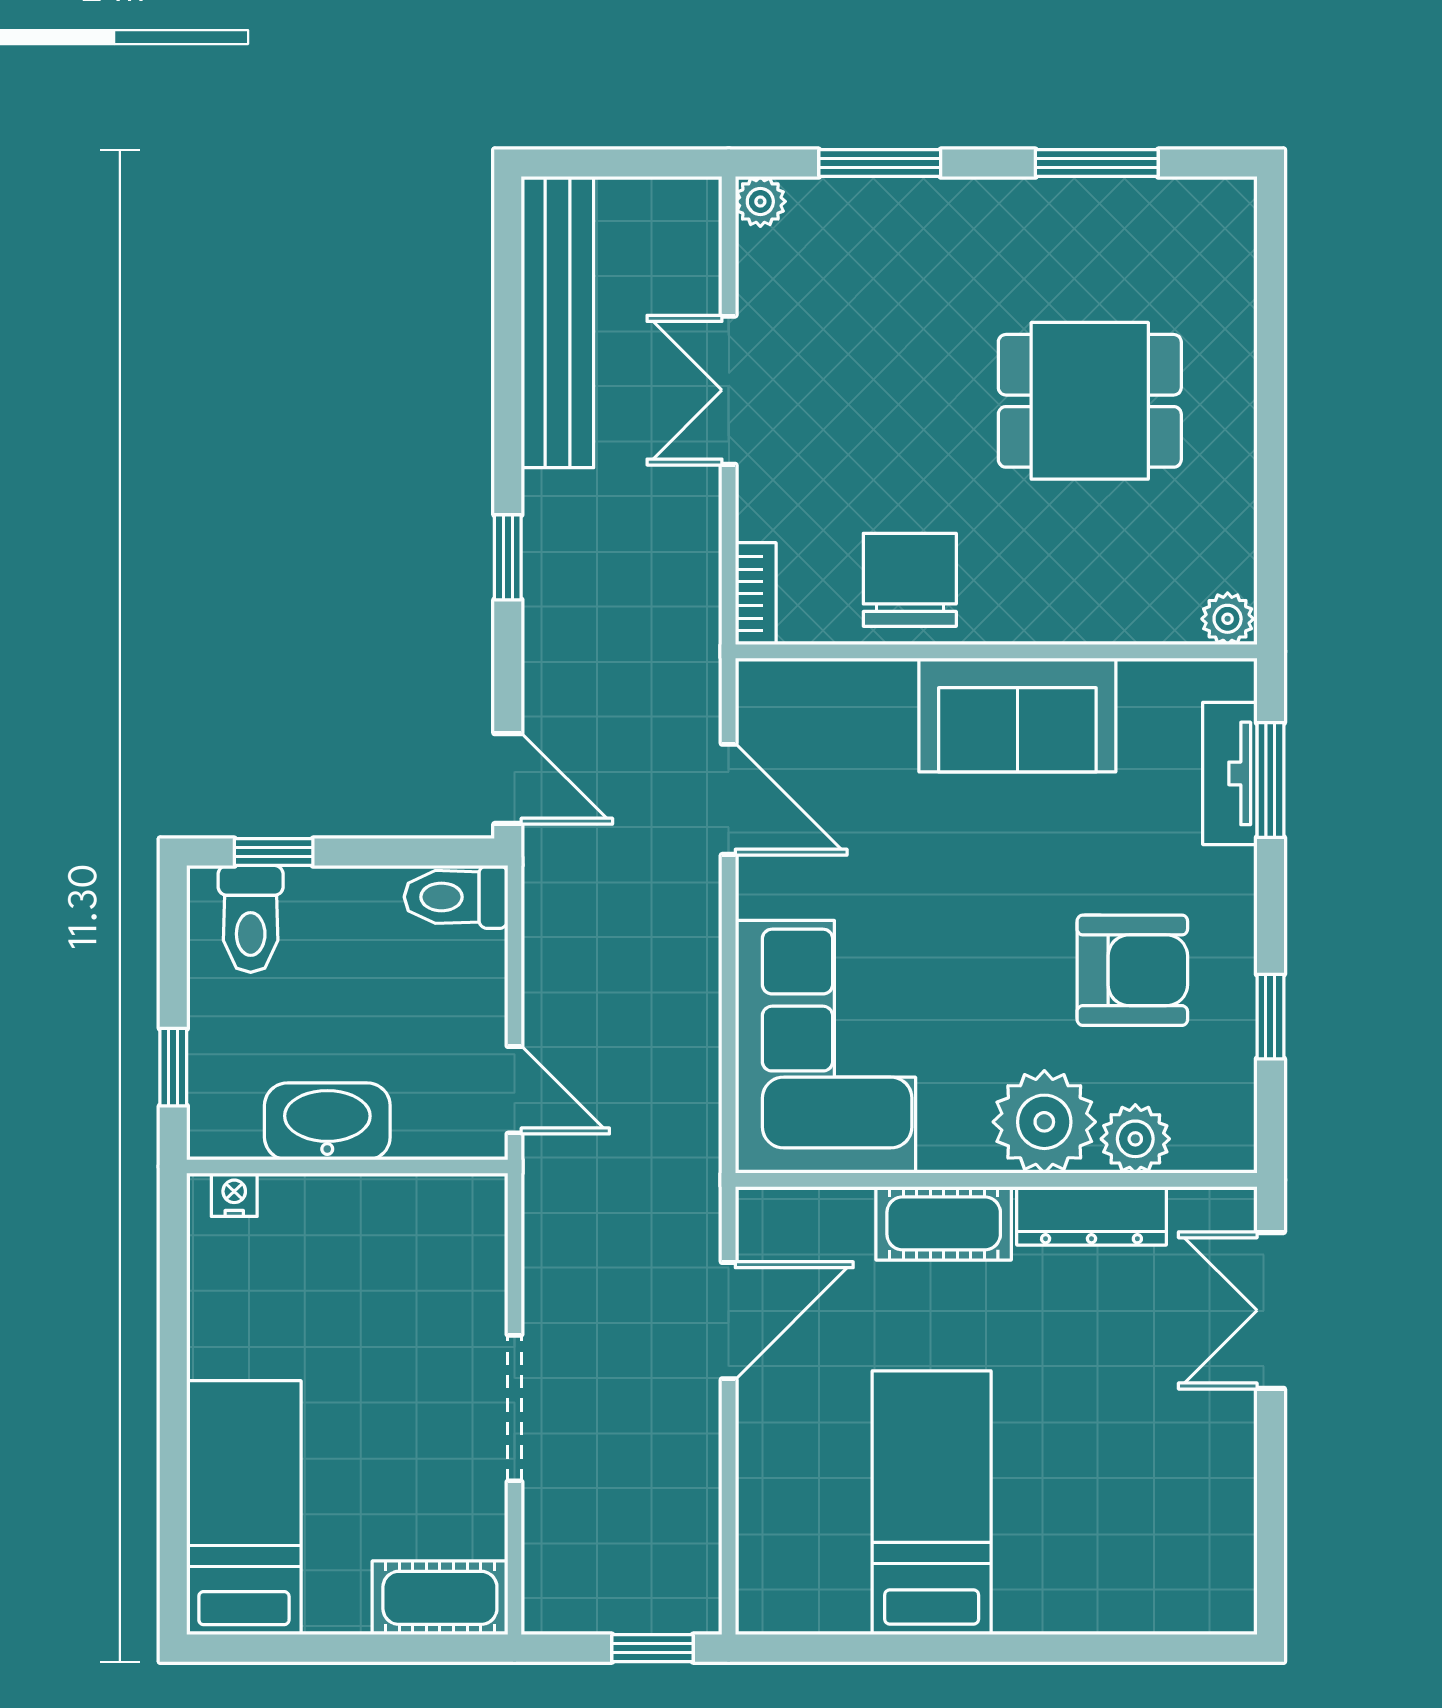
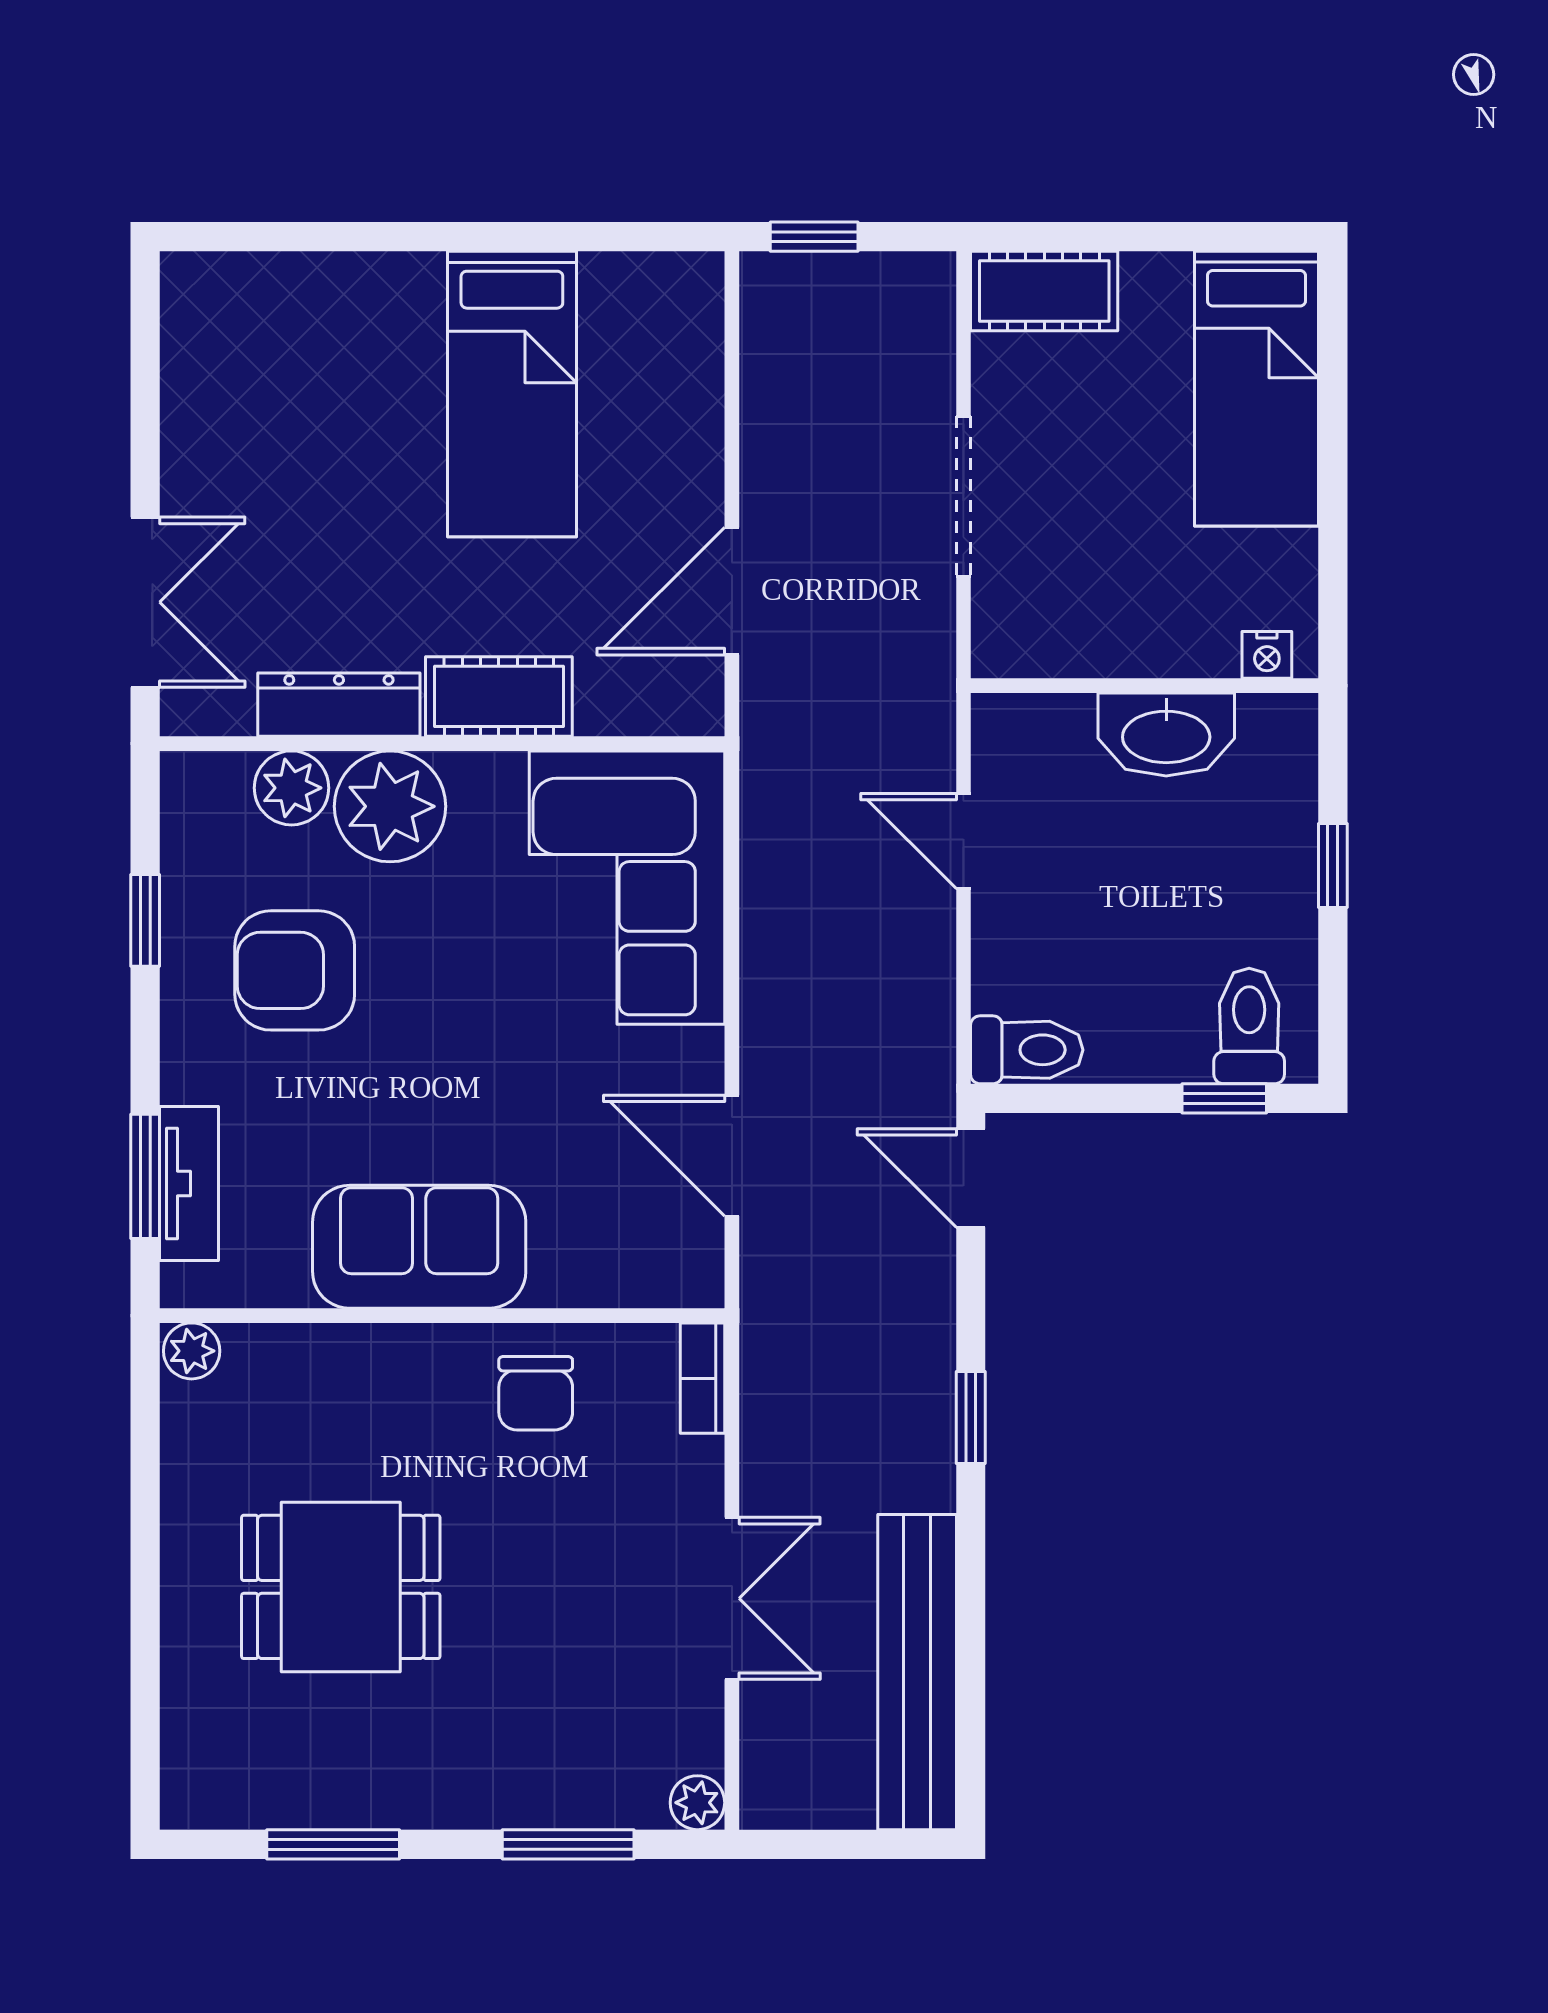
chair: (910, 580) -> (536, 1393), width x0.73, depth x0.73
washbasin: (327, 1121) -> (1166, 734), moved
wall: (347, 1166) -> (1145, 686), moved
nightstand: (234, 1195) -> (1267, 655), moved

